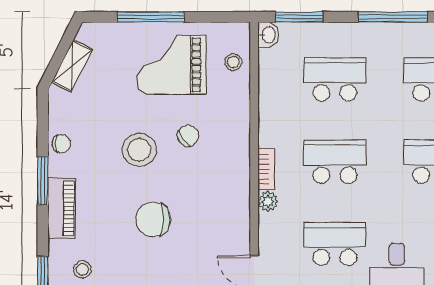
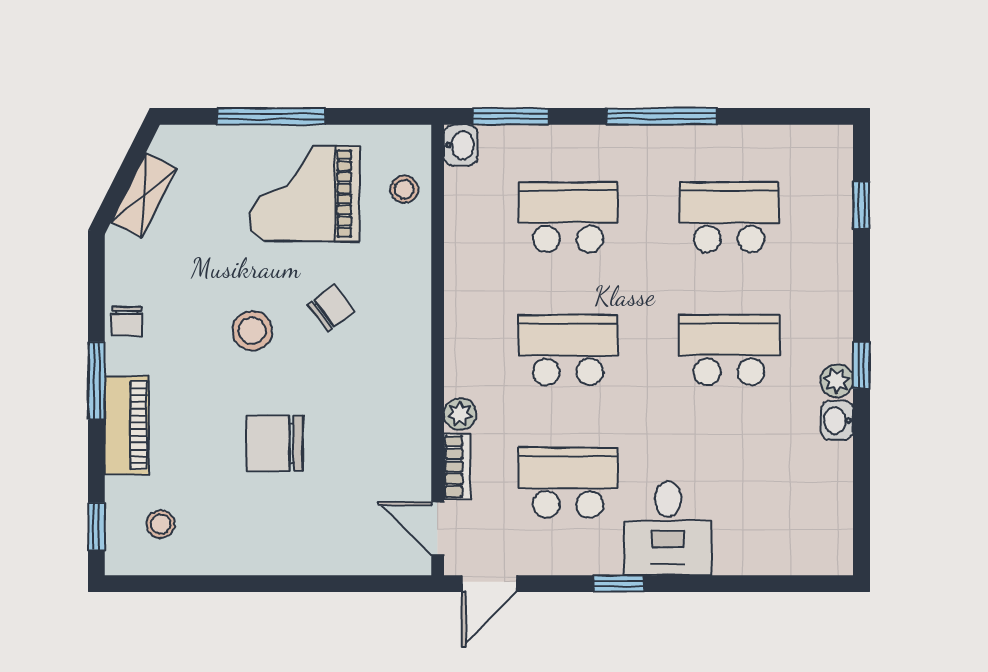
chair: (61, 144) -> (127, 321), turned 90
stool: (139, 150) -> (252, 331), width x0.73, depth x0.73
bookcase: (266, 169) -> (457, 466), moved

